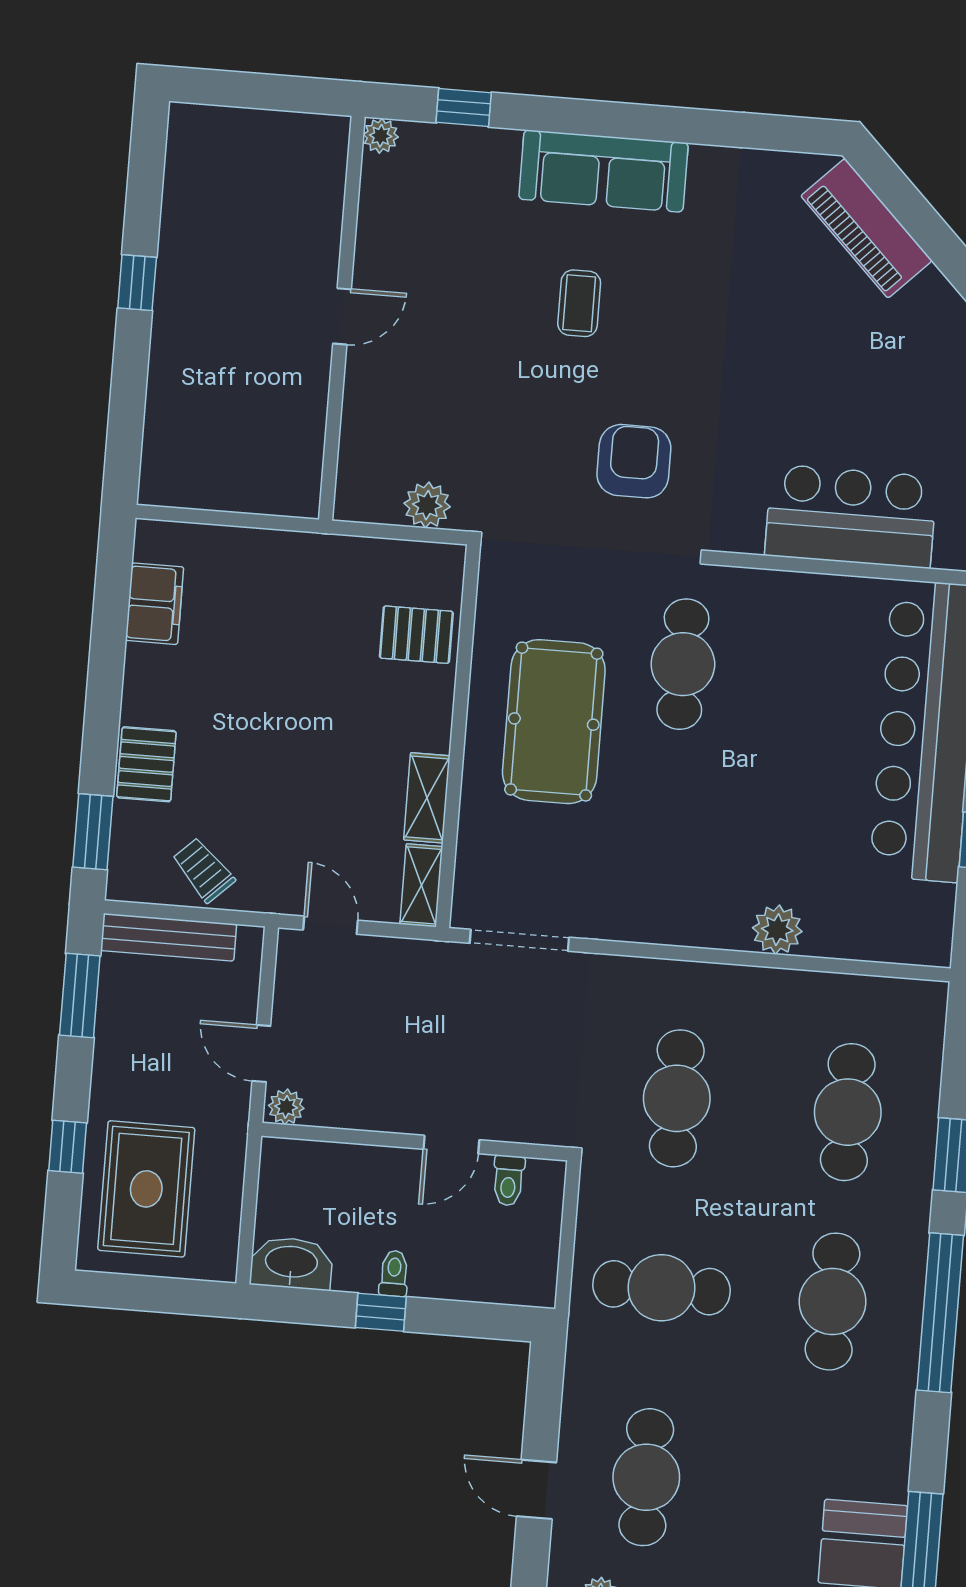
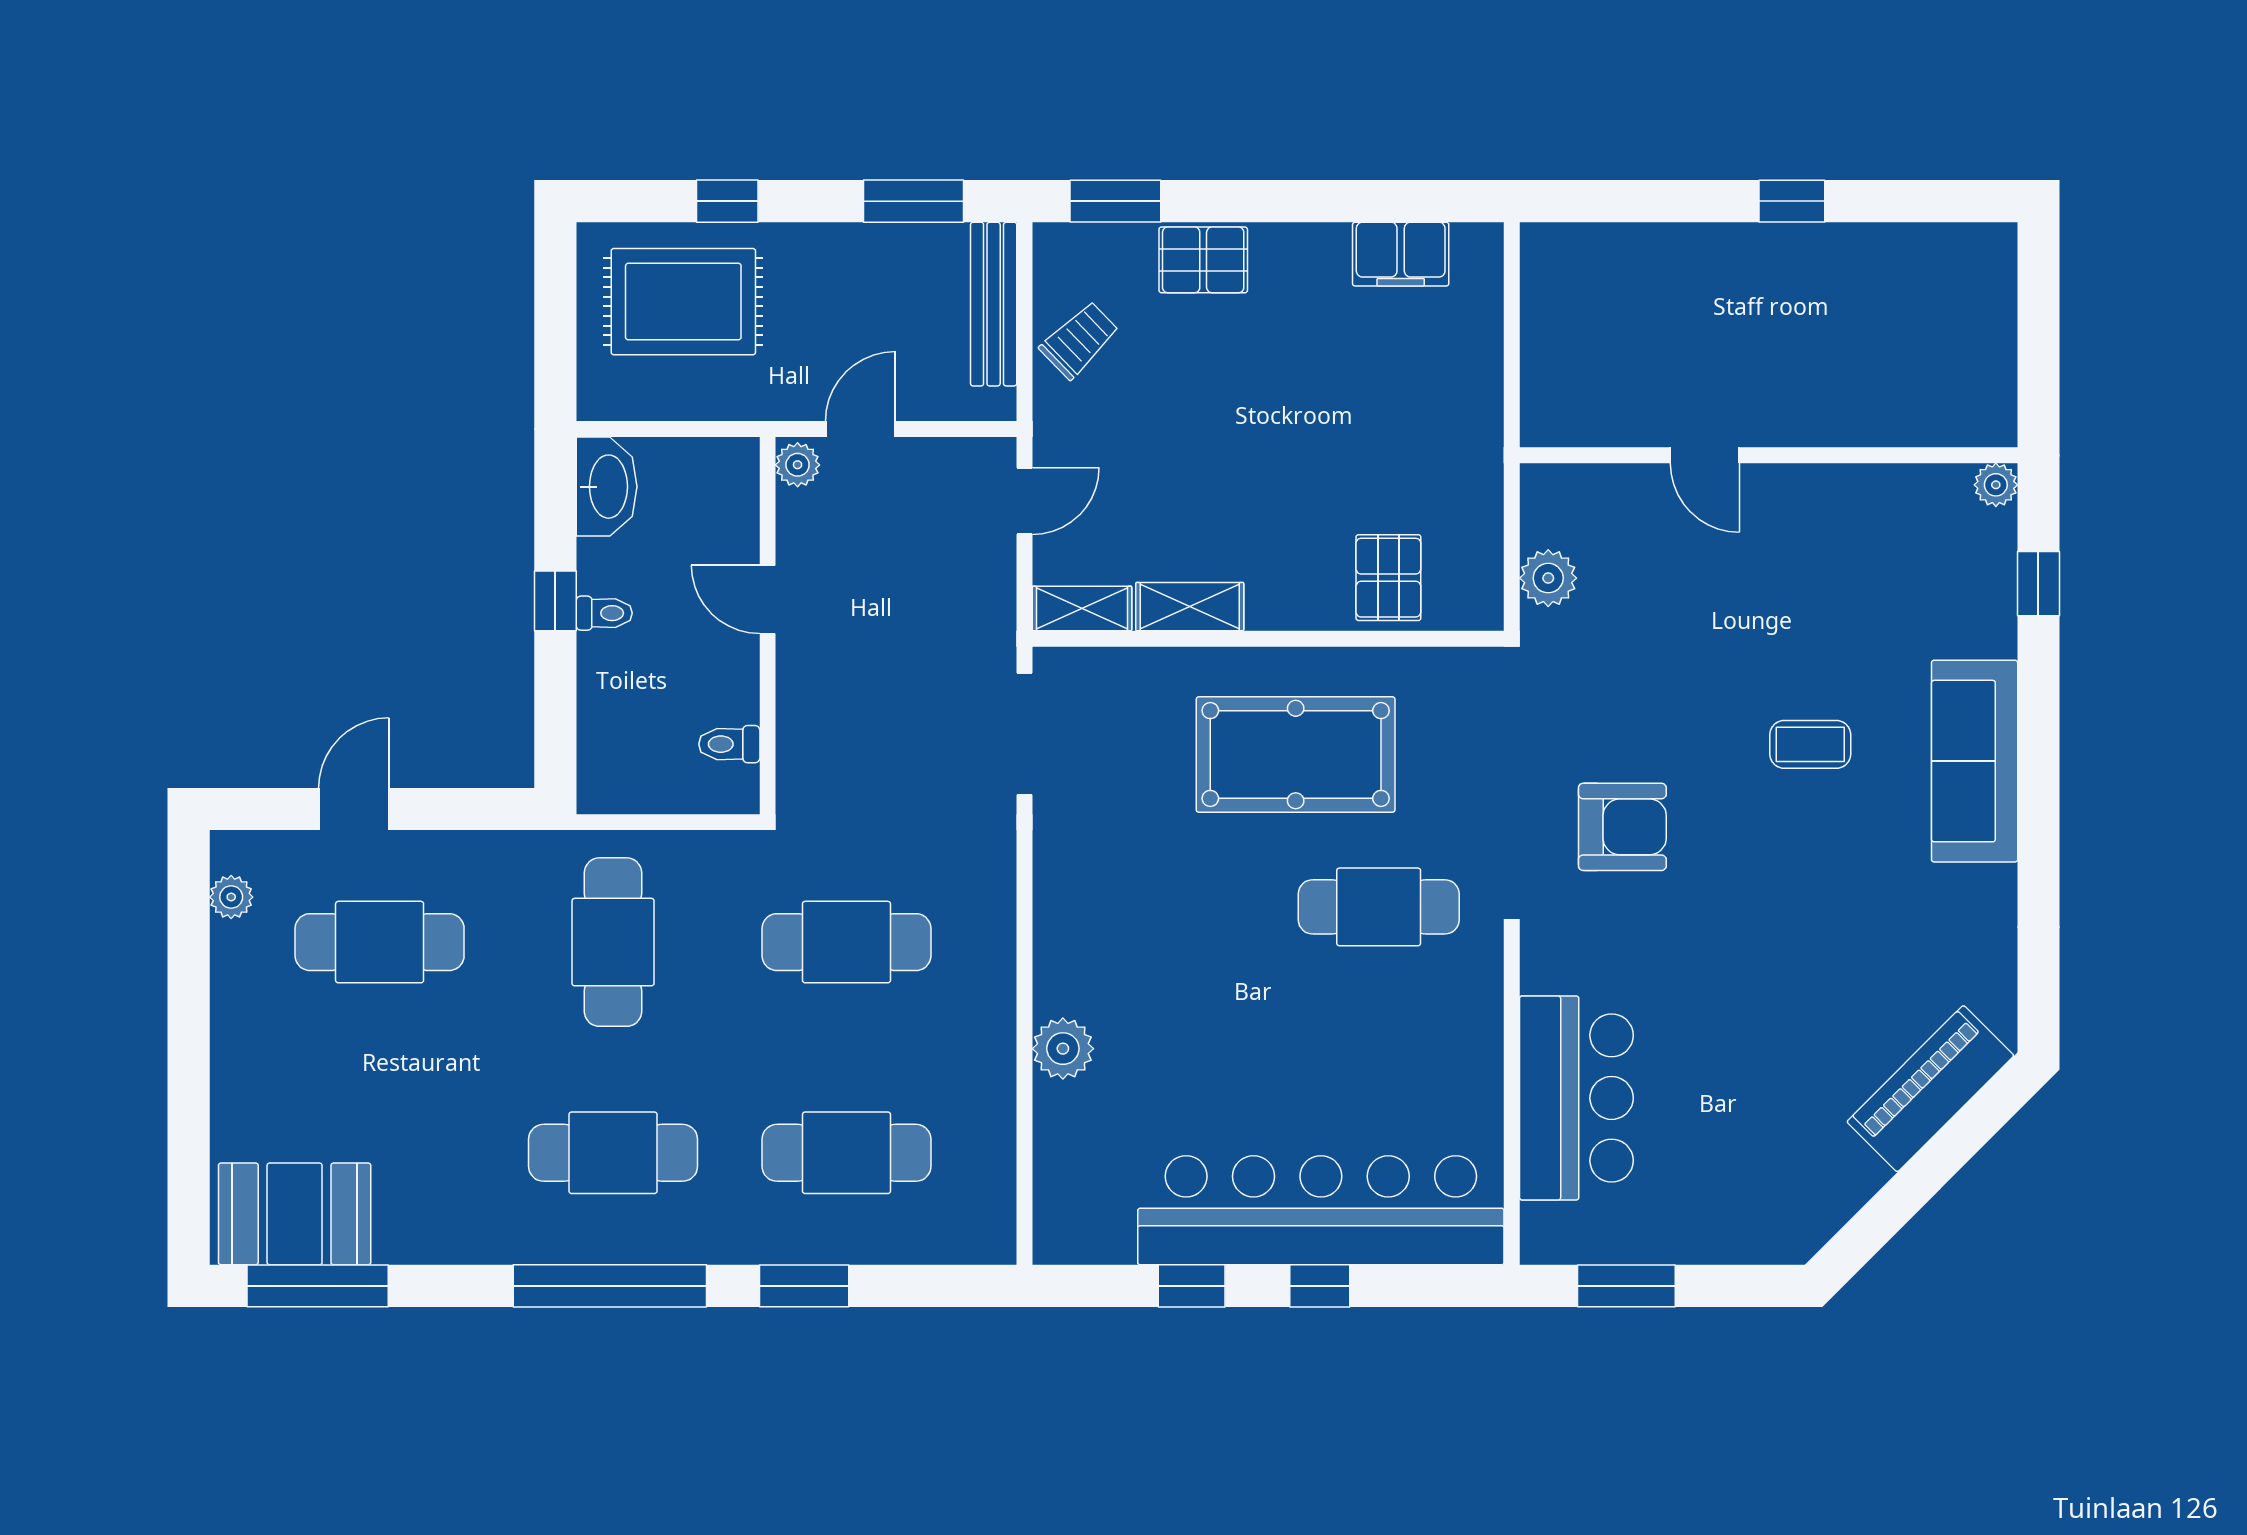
door: (342, 316) -> (1705, 455), moved
door: (451, 1145) -> (768, 599), moved

